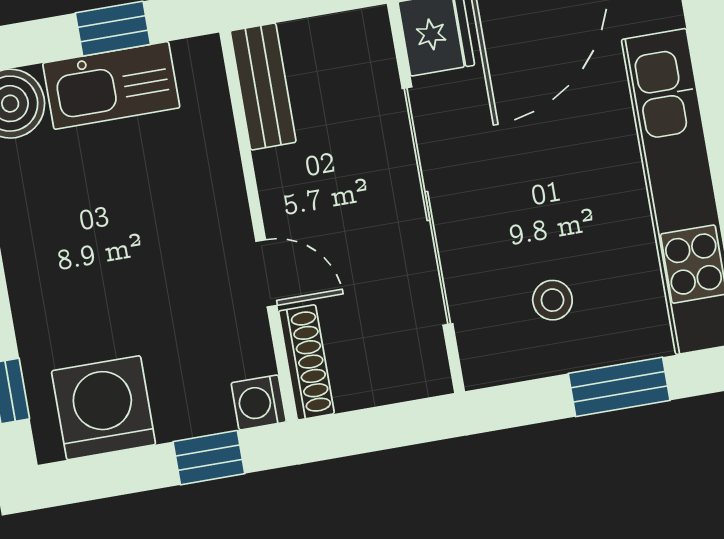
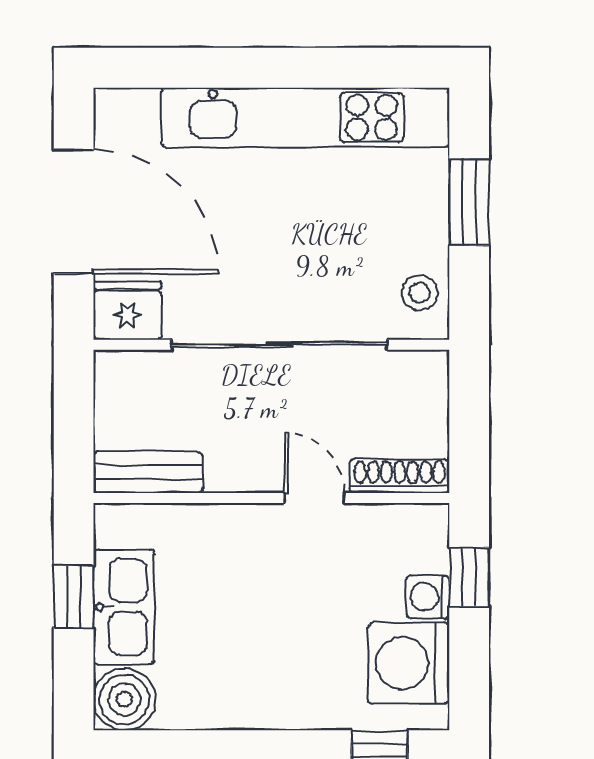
door: (266, 273) -> (314, 498), hinge flipped
stool: (552, 300) -> (420, 293), moved
washing machine: (259, 402) -> (428, 597), moved, turned 90

